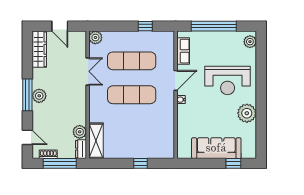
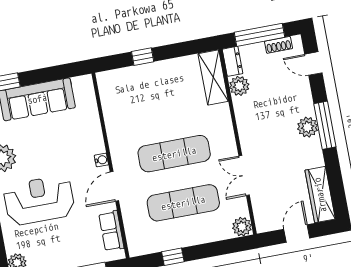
door: (60, 26) -> (297, 234), hinge flipped

